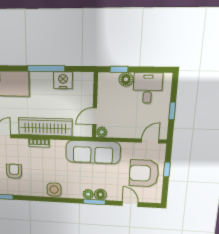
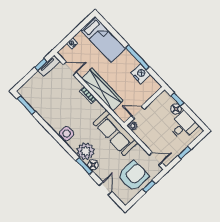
armchair: (14, 171) -> (53, 97), removed
armchair: (144, 173) -> (133, 176), turned 90
plant: (88, 194) -> (86, 151), width x1.87, depth x1.87

